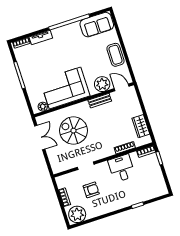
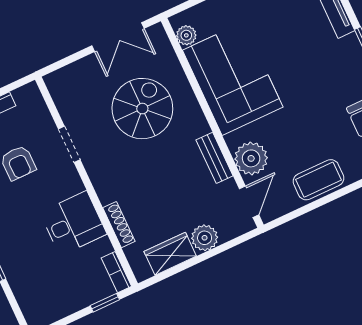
plant: (135, 110) -> (205, 238), added

